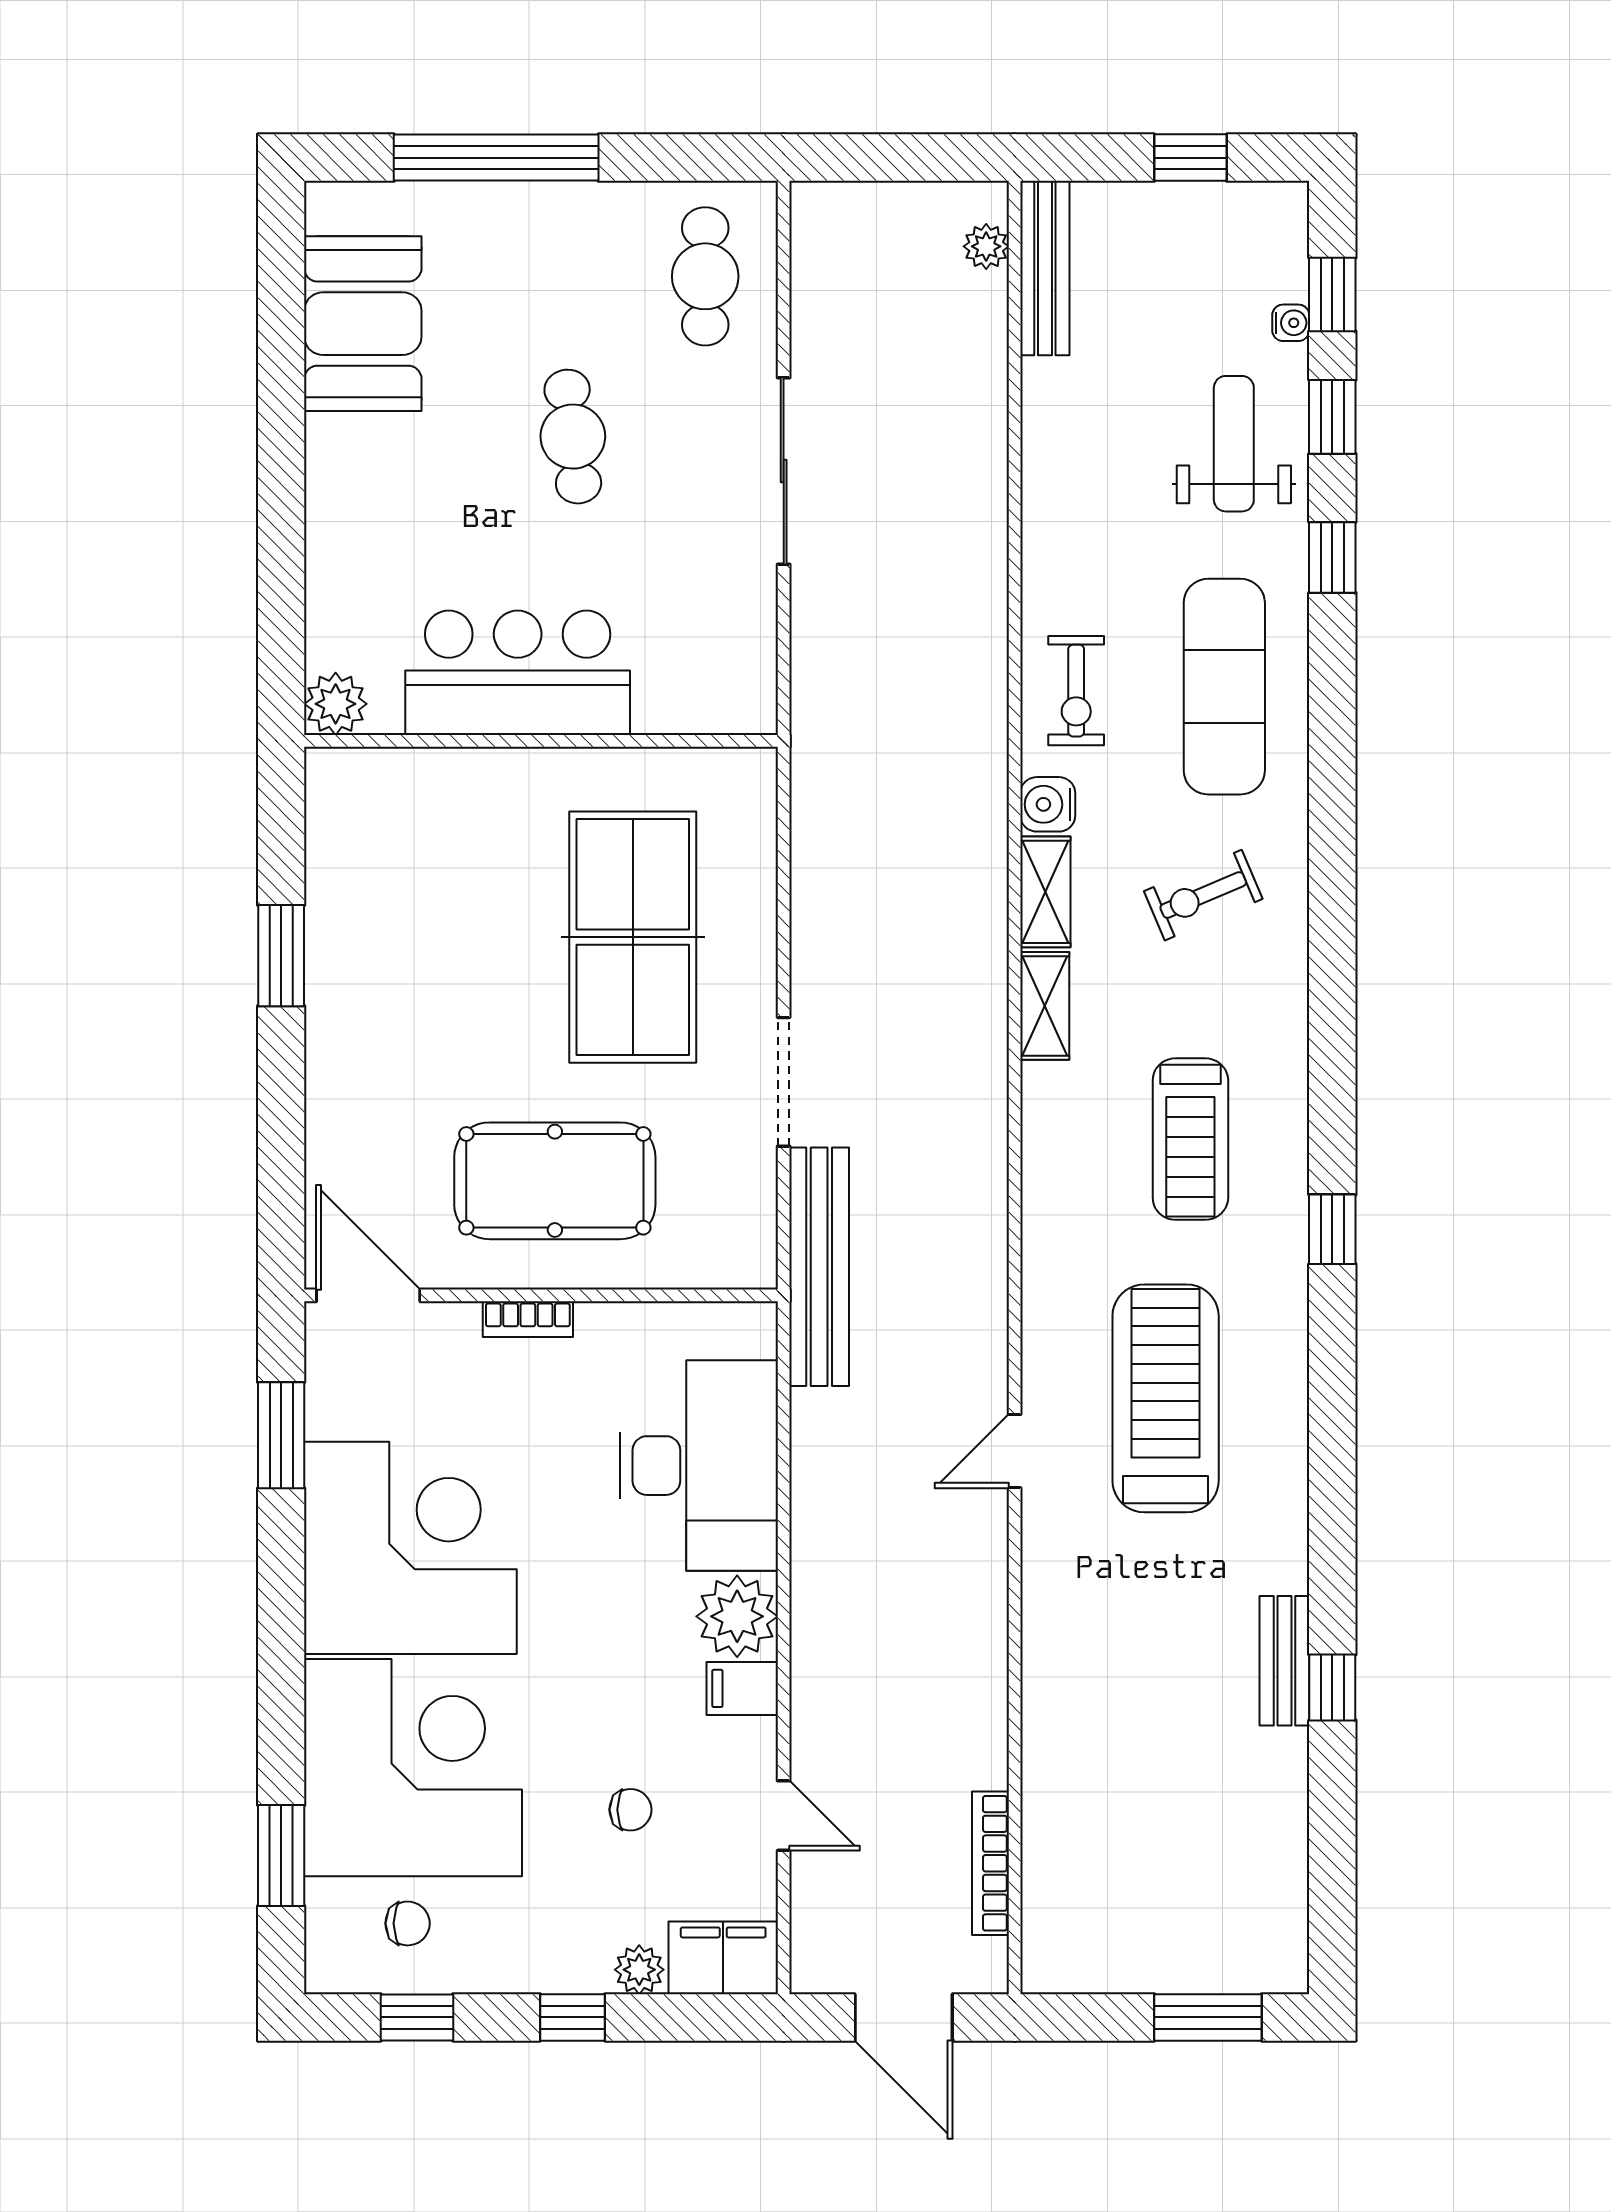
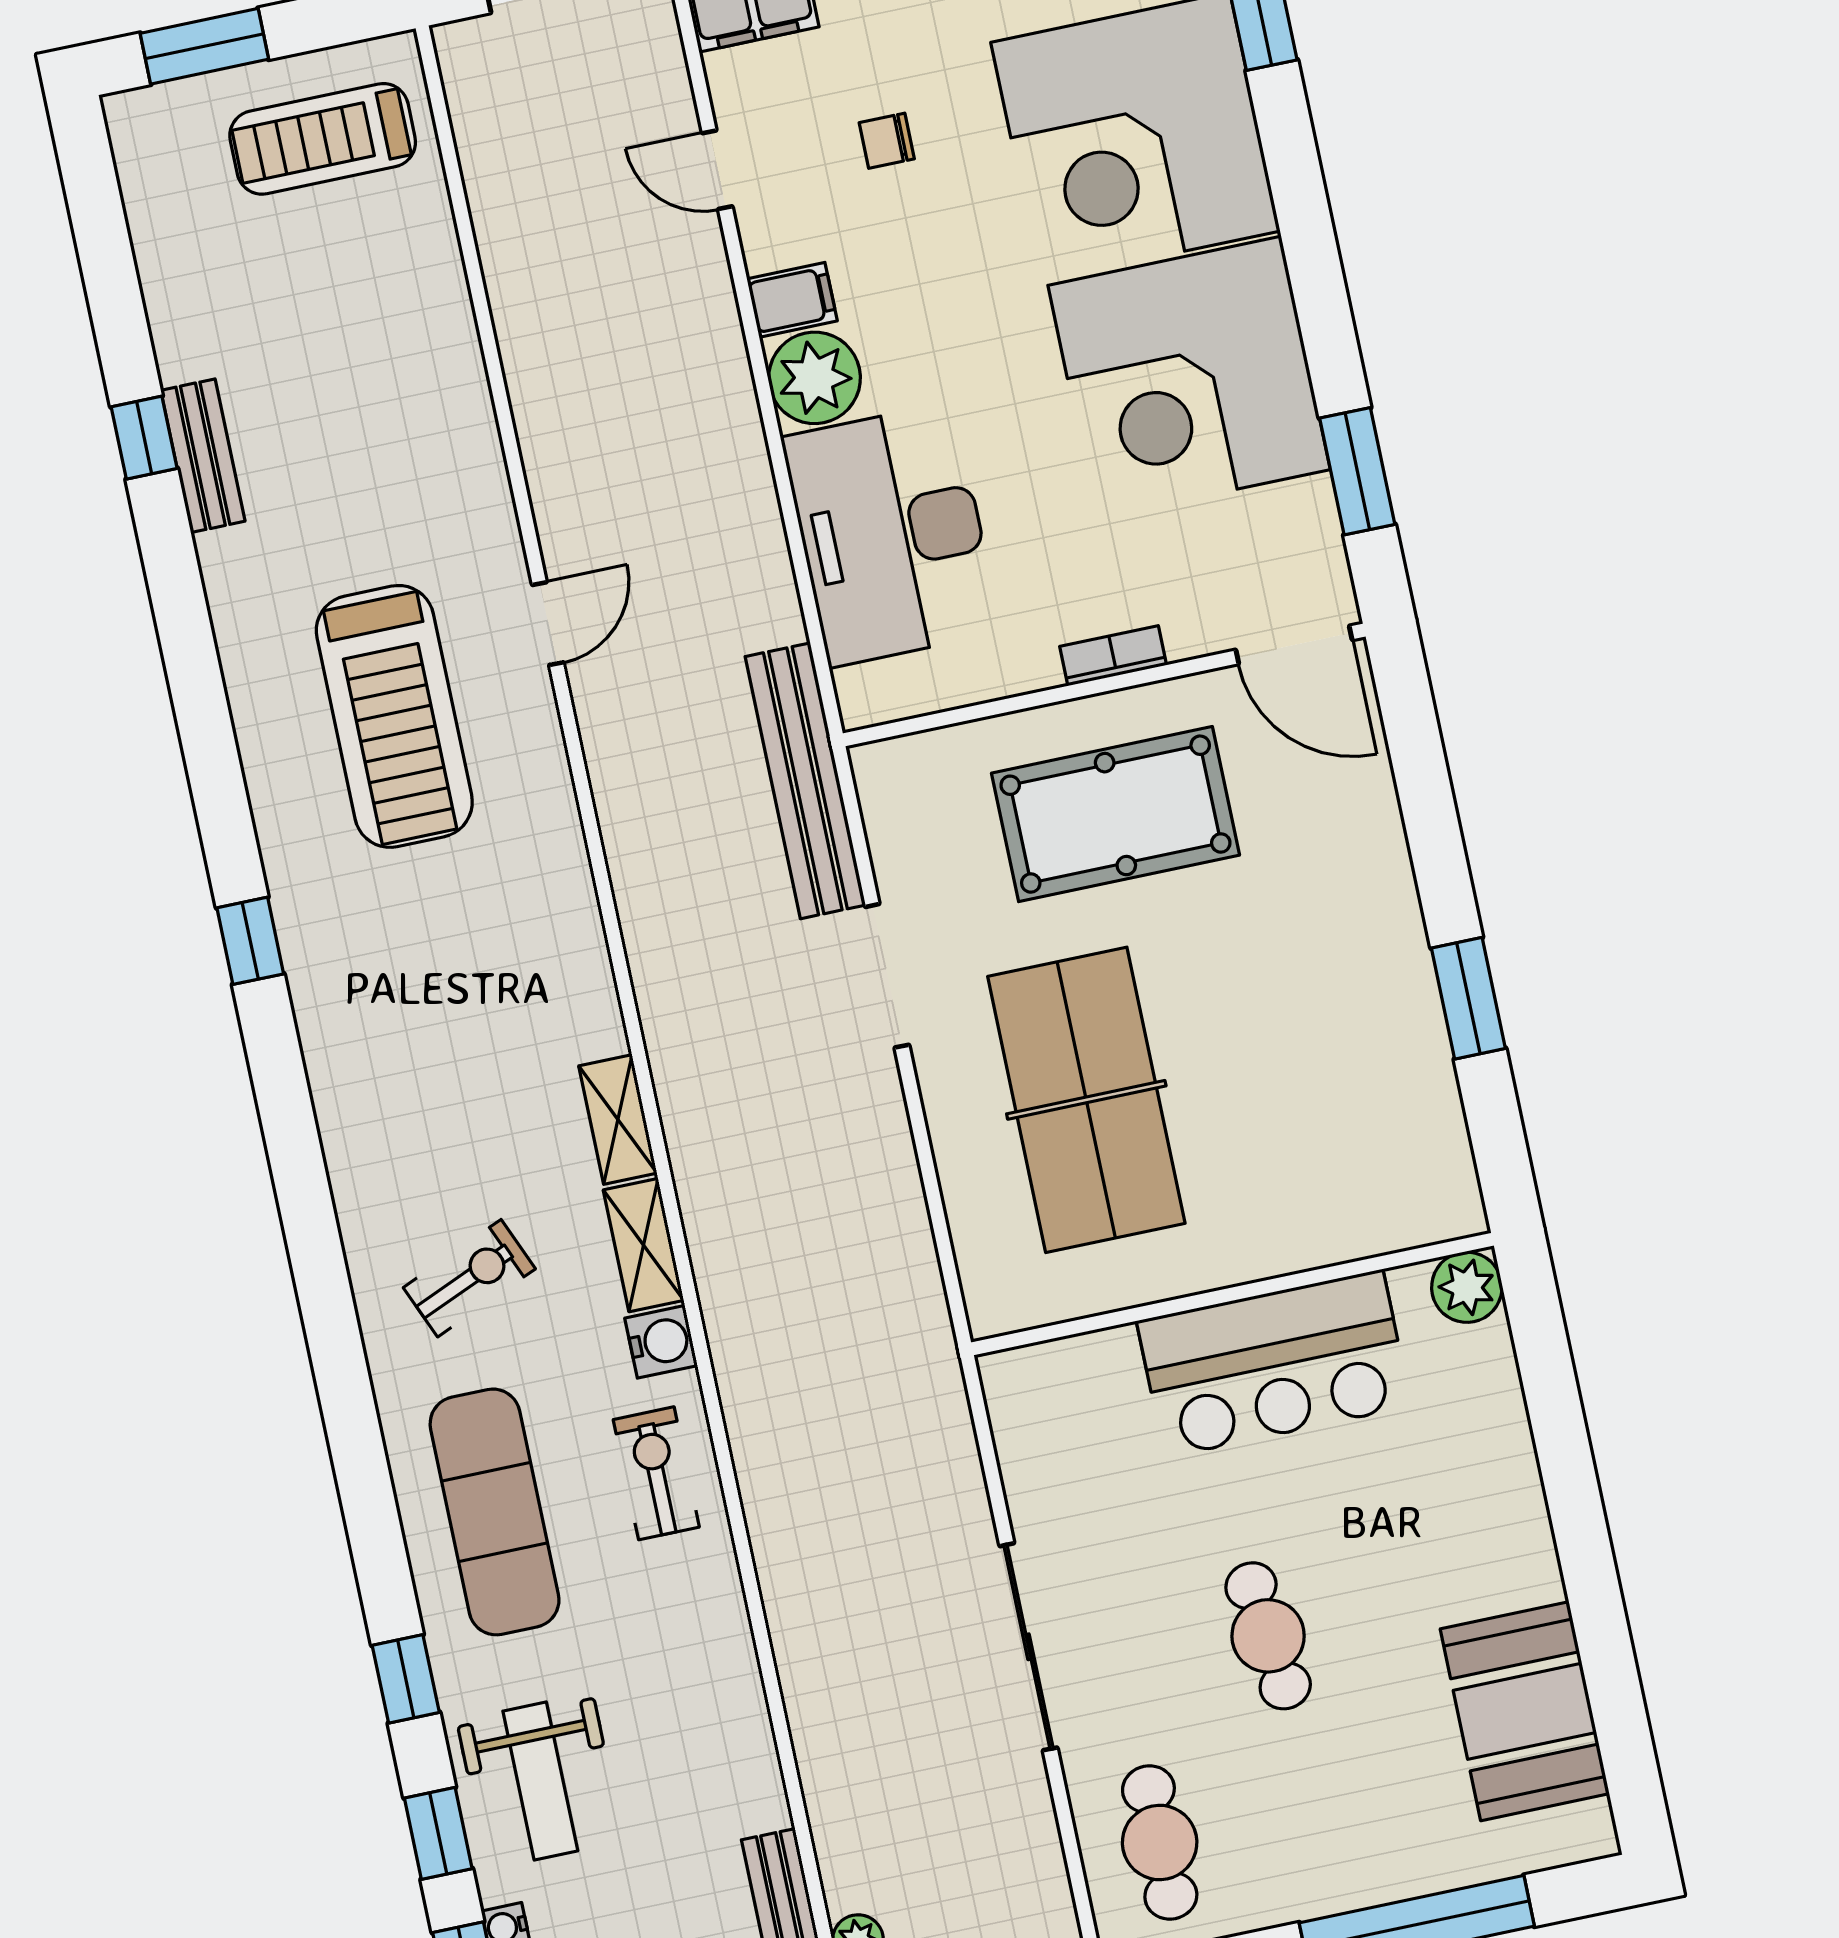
treadmill: (1190, 1139) -> (323, 139), moved, turned -90
bookcase: (990, 1863) -> (479, 165), removed

